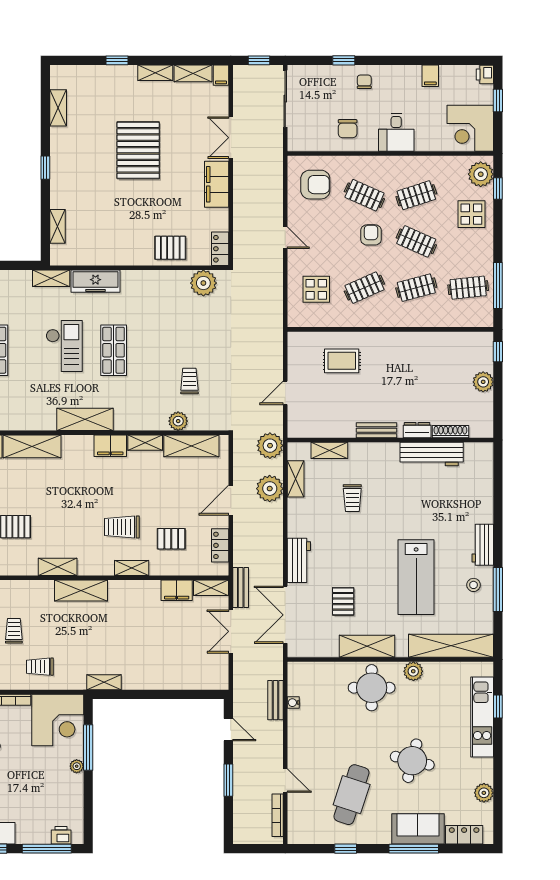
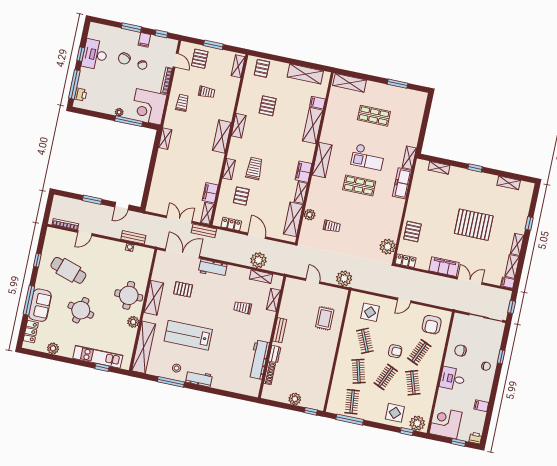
plant: (270, 446) -> (344, 278), moved

